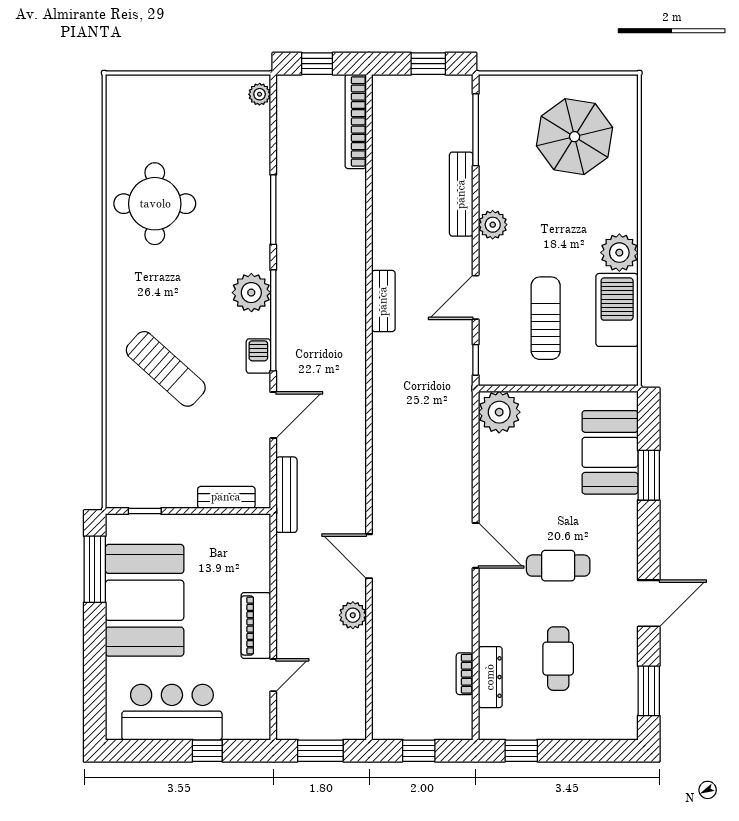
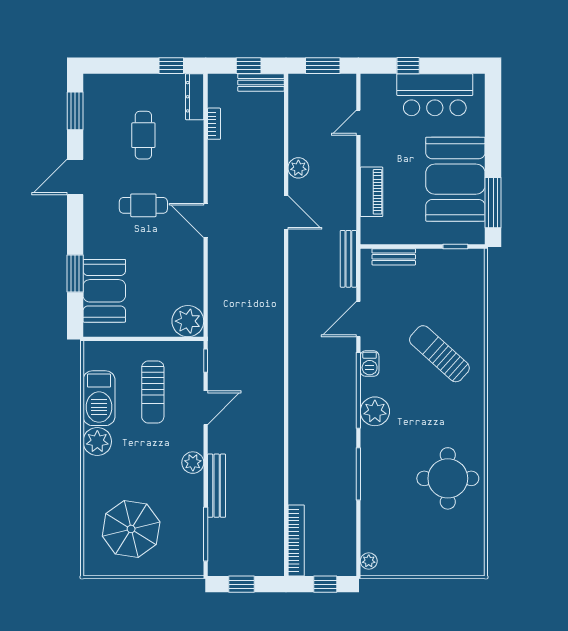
bench: (383, 301) -> (261, 83), moved, turned 90
piano: (256, 625) -> (372, 192), moved
dresser: (490, 677) -> (195, 97), moved

